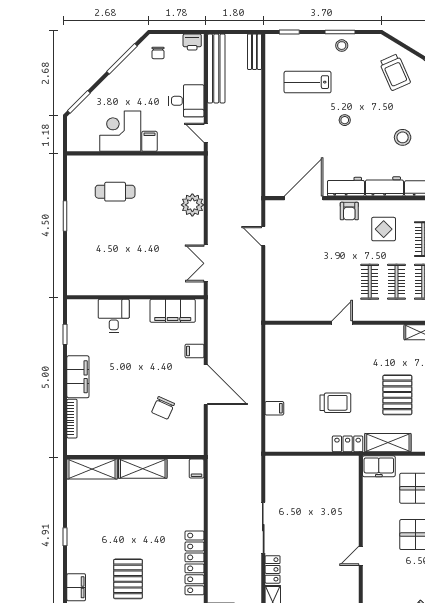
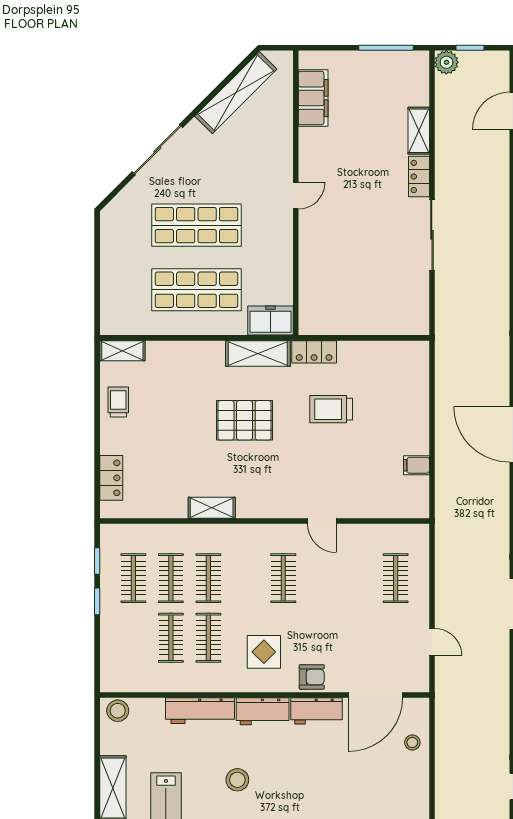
stool: (345, 120) -> (412, 742), moved
armchair: (349, 211) -> (312, 677), turned 90
clothes rail: (396, 282) -> (396, 578), moved
door: (342, 323) -> (322, 521), hinge flipped
pallet: (397, 395) -> (245, 420), turned 90
filing cabinet: (274, 408) -> (416, 465), moved

